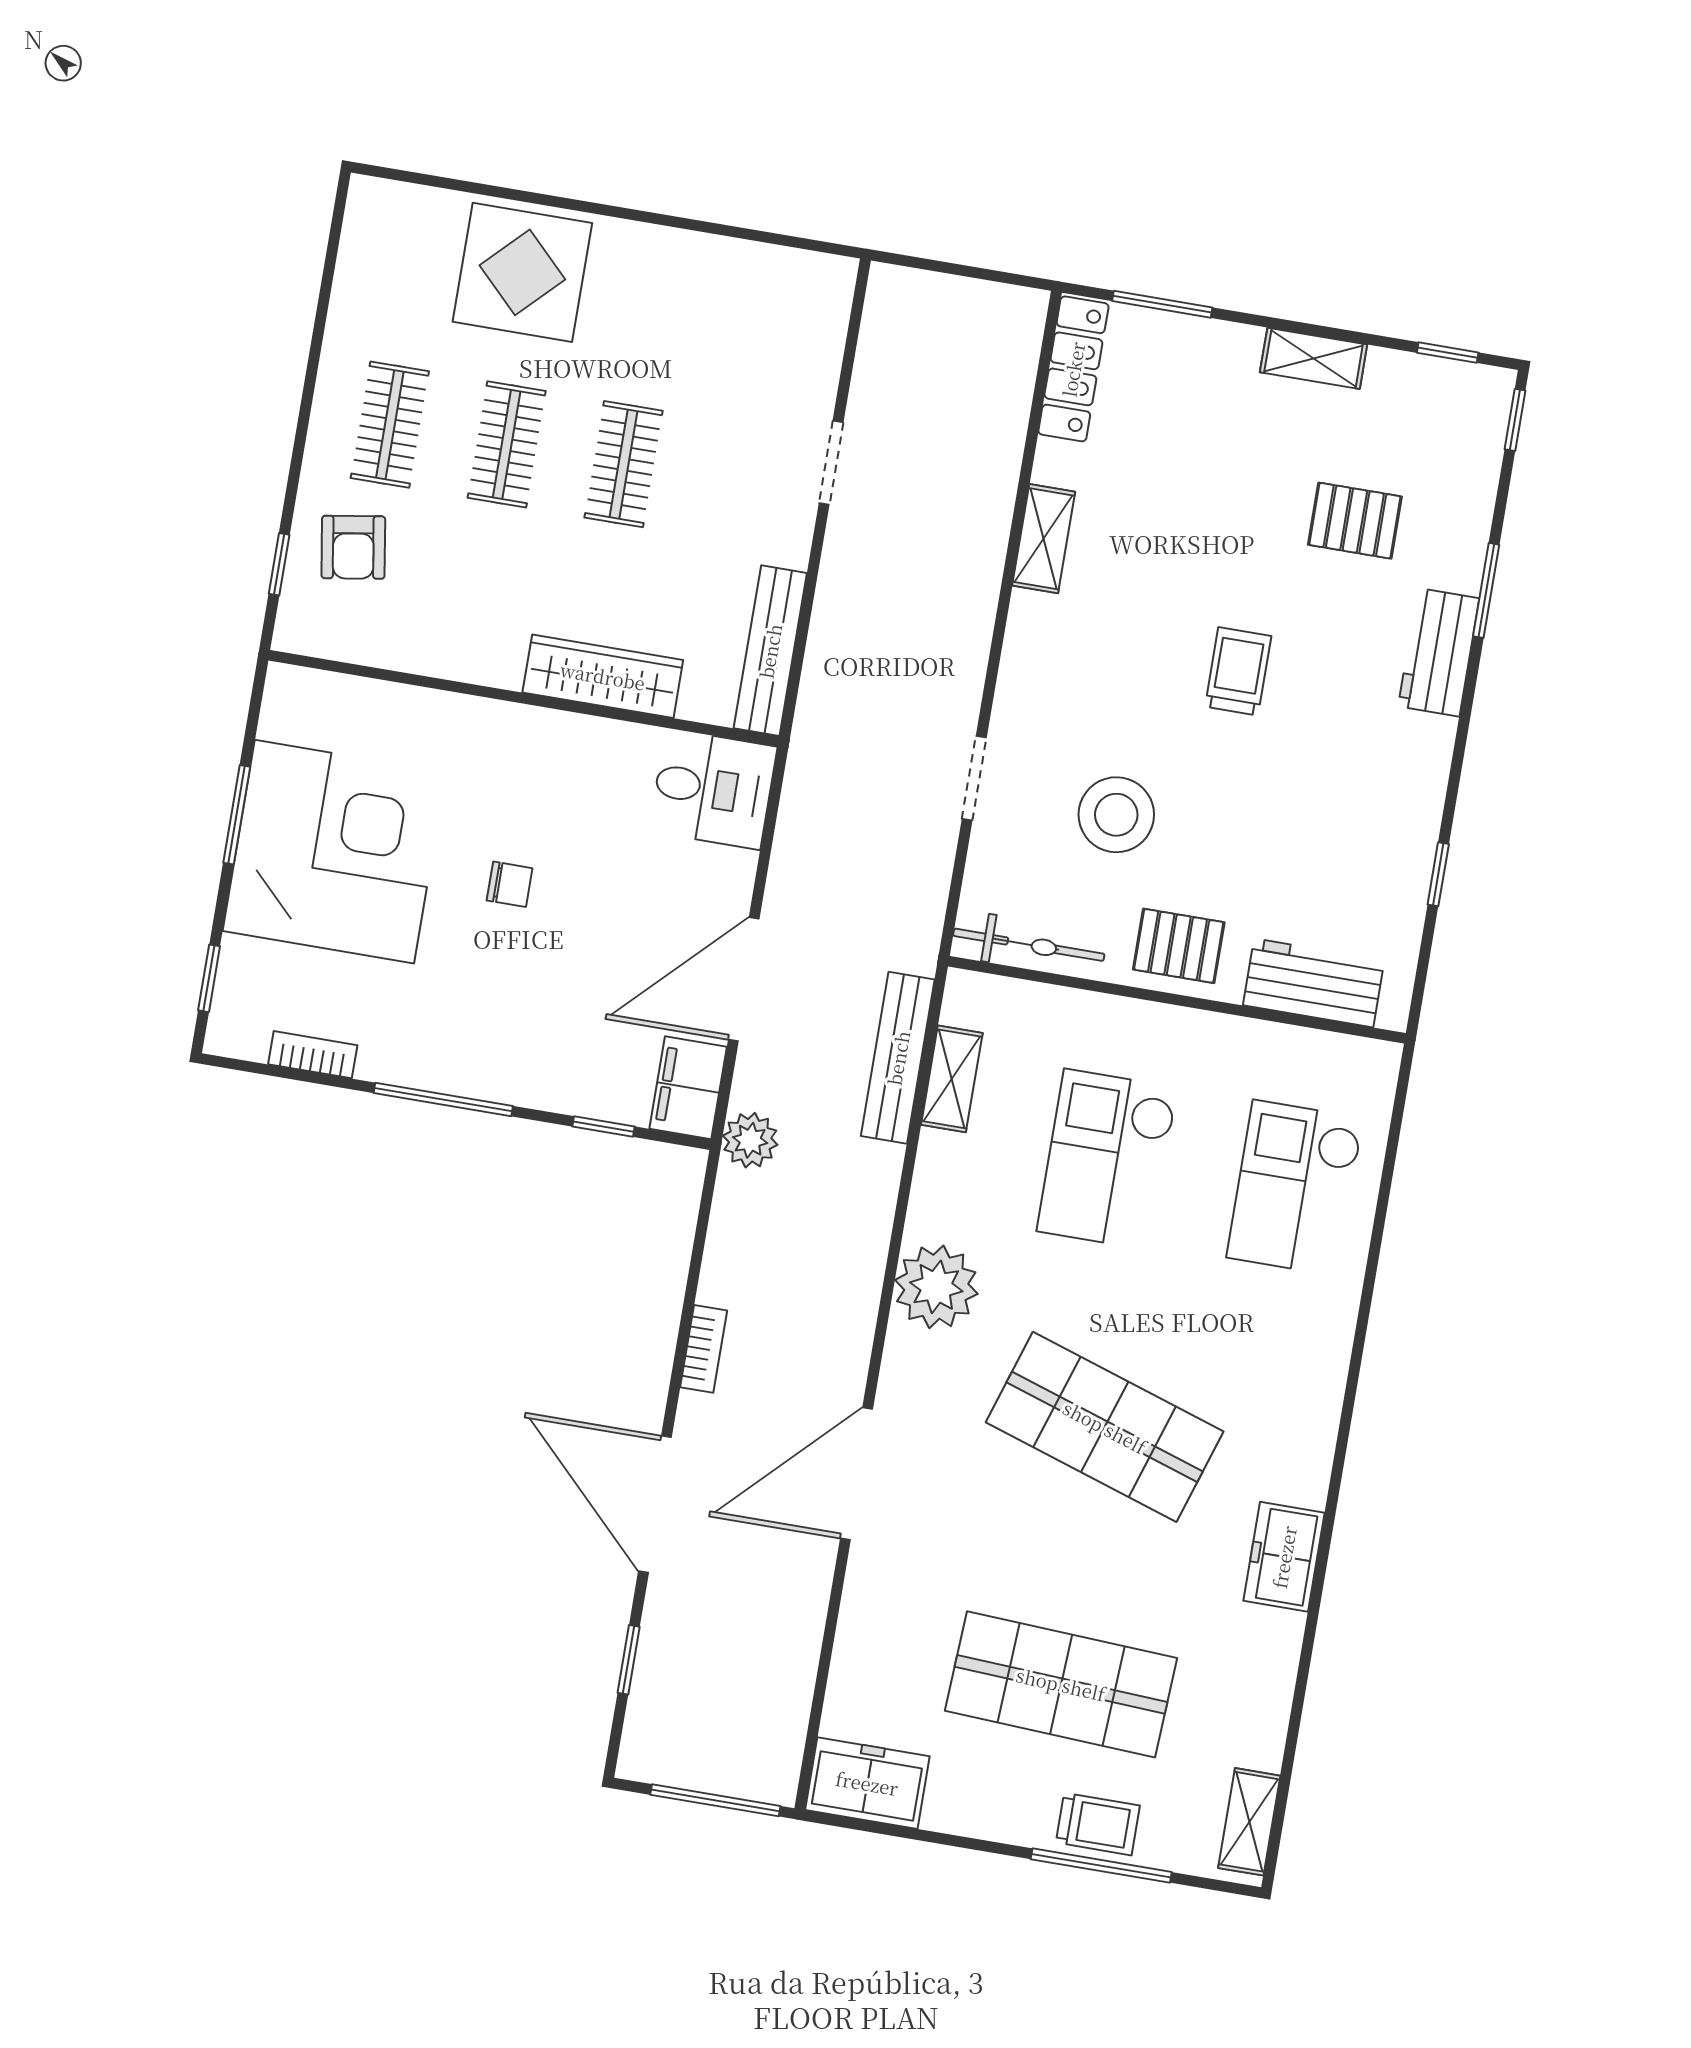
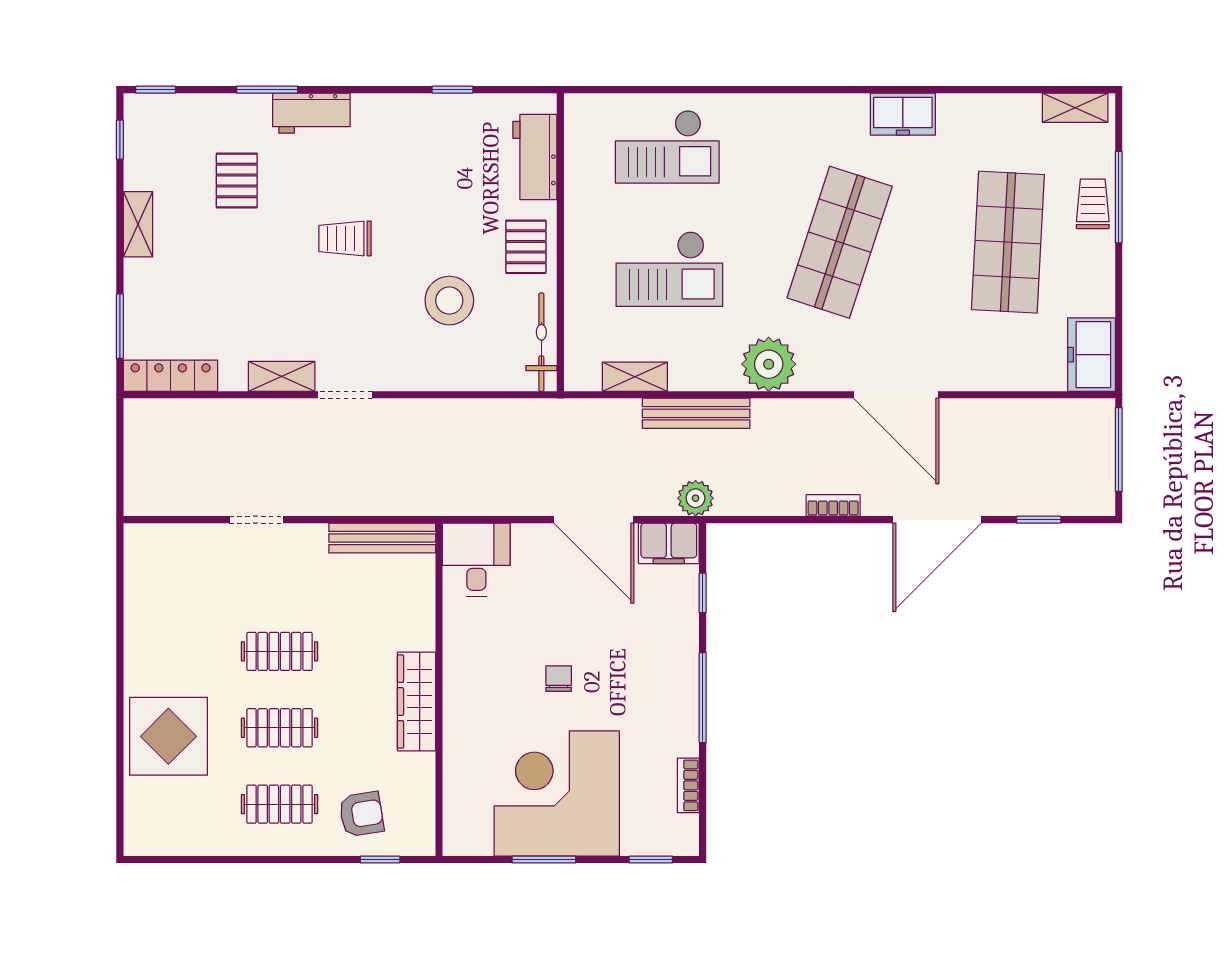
wardrobe: (603, 676) -> (416, 701), moved
doorway: (974, 778) -> (345, 395), moved
bench: (898, 1058) -> (696, 413), moved

